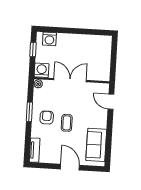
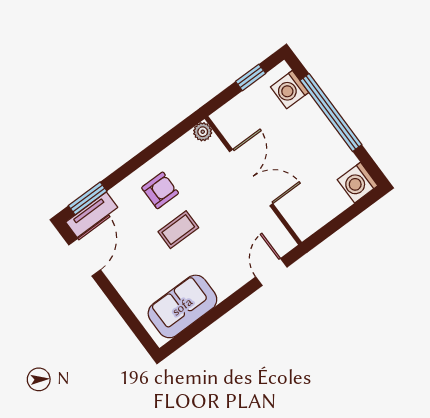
window: (71, 31) -> (331, 113), added
washing machine: (42, 70) -> (358, 183), moved, turned 180
window: (29, 112) -> (88, 198), moved
door: (70, 167) -> (85, 257), moved

